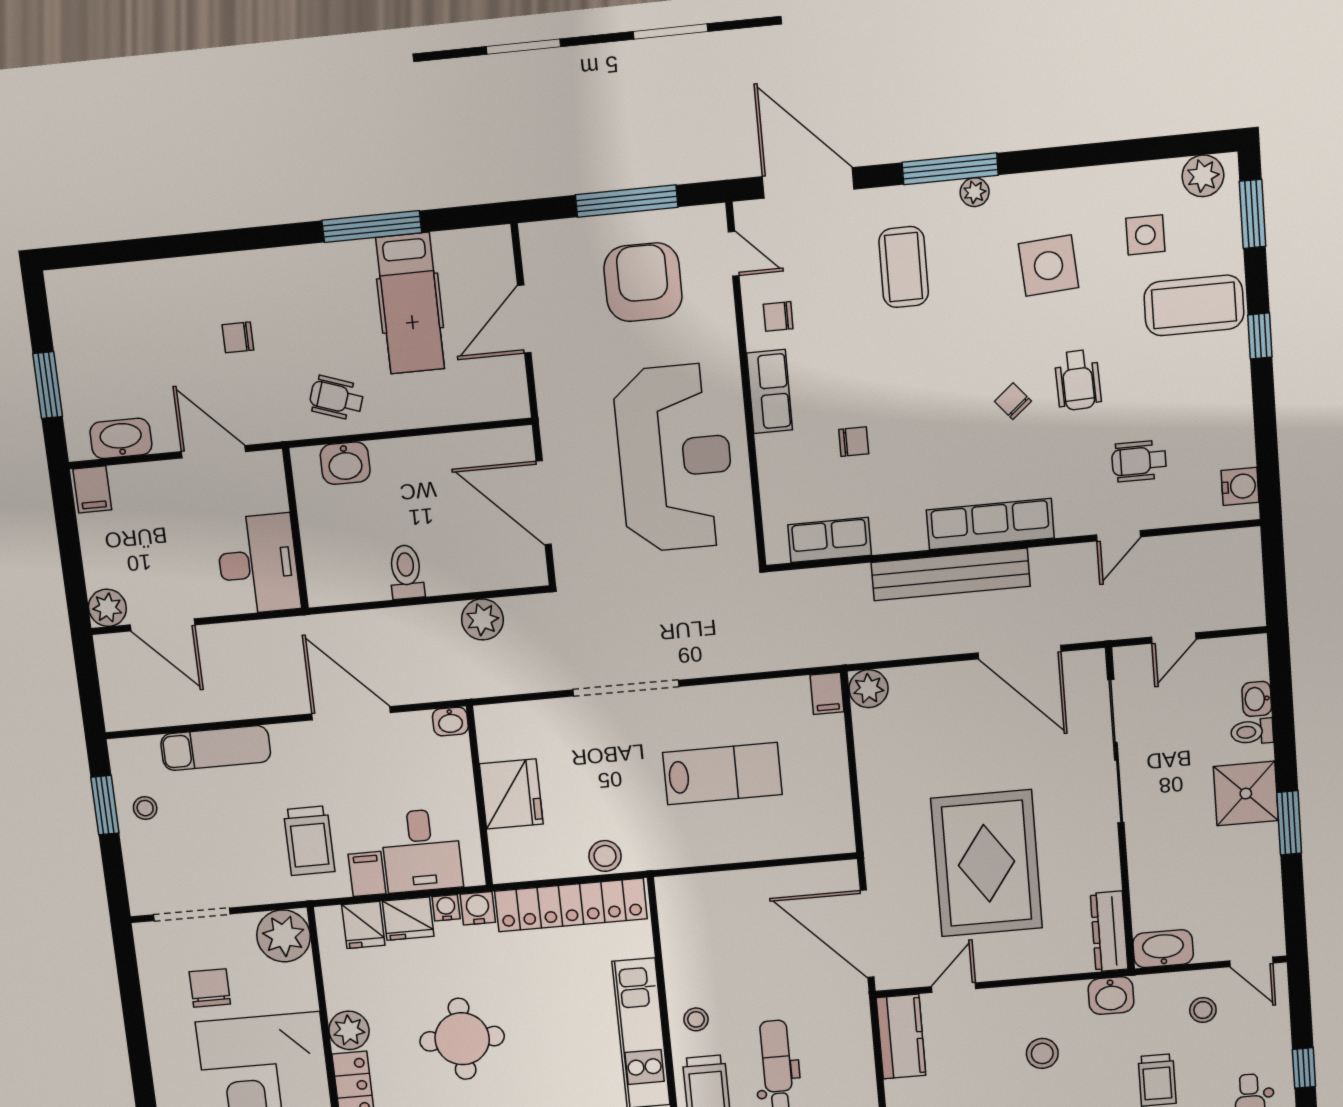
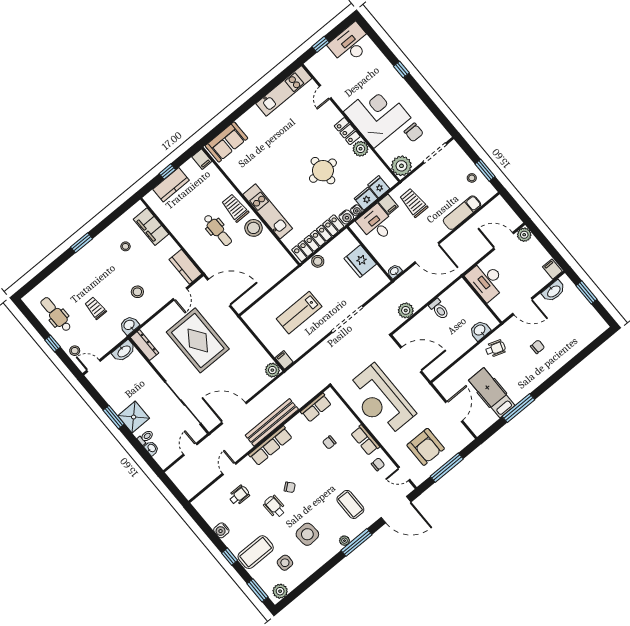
water cooler: (1240, 486) -> (221, 530), moved
stool: (1203, 1010) -> (75, 351), moved
stool: (696, 1019) -> (253, 228), width x1.89, depth x1.89

